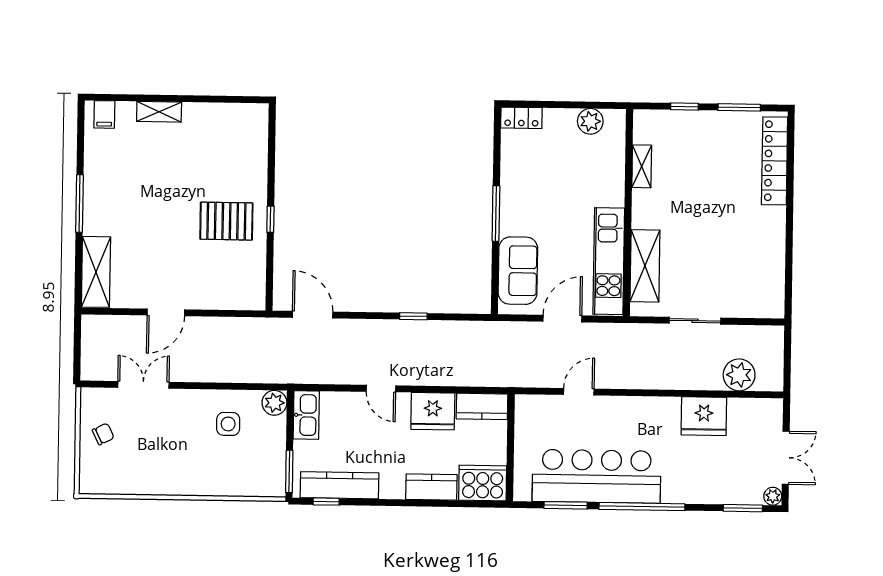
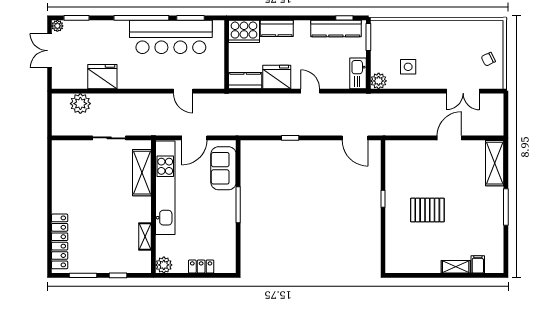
filing cabinet: (104, 114) -> (478, 264), moved
locker: (521, 118) -> (201, 267), moved
plant: (590, 121) -> (164, 265), moved
pallet: (226, 221) -> (427, 210), moved
kitchen unit: (609, 261) -> (165, 188), width x1.36
door: (579, 392) -> (183, 91), hinge flipped

